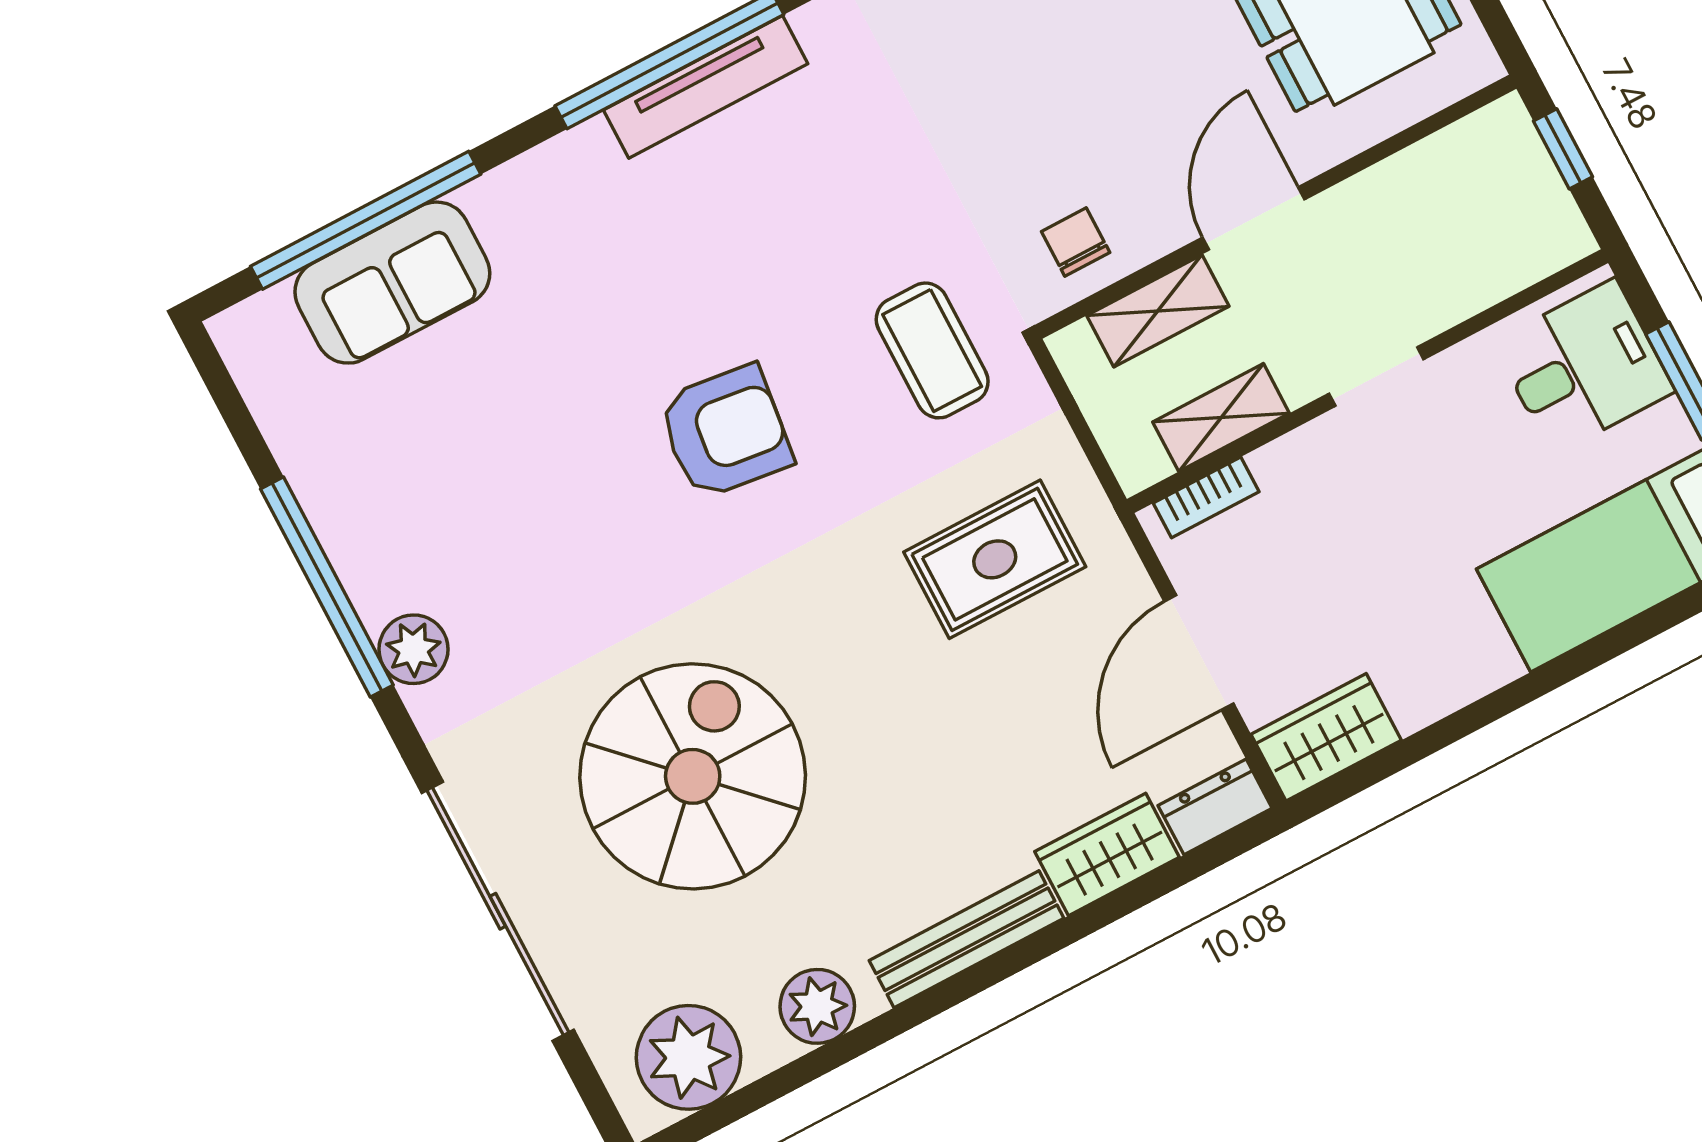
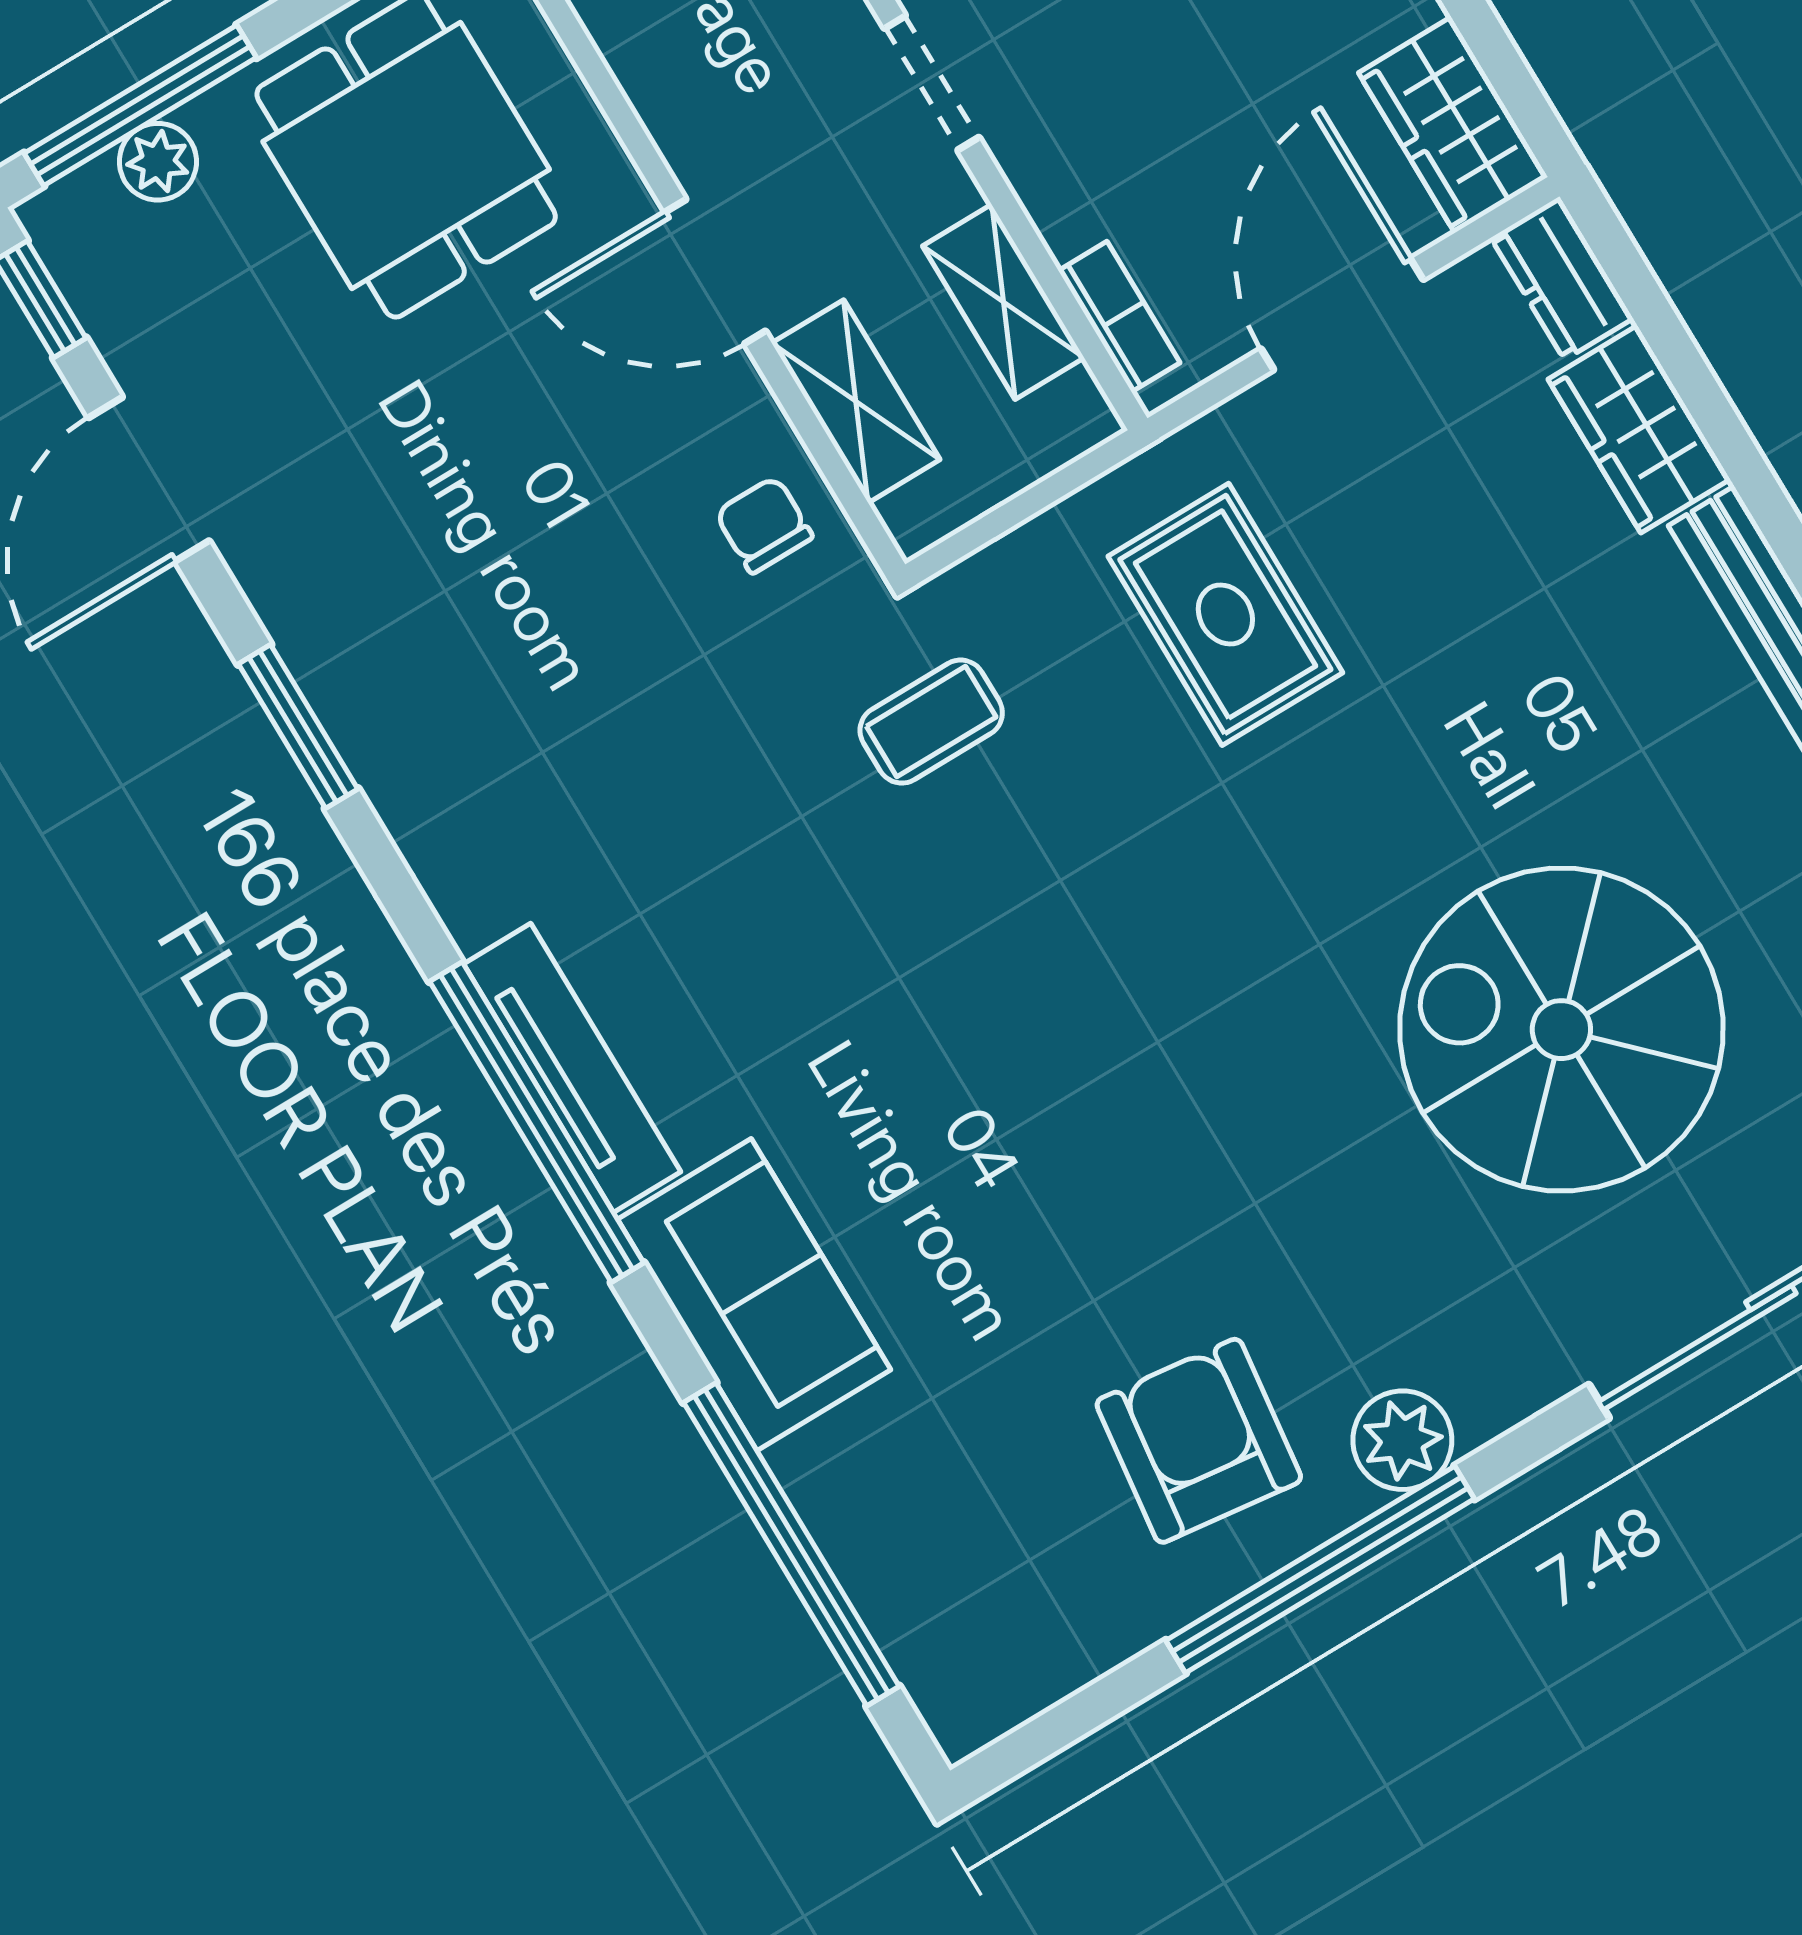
chair: (1076, 242) -> (764, 525), turned 90
sofa: (392, 283) -> (754, 1295), moved
coffee table: (932, 350) -> (931, 722), width x0.73, depth x0.77
armchair: (725, 432) -> (1199, 1441), moved
door: (1199, 653) -> (1342, 314), swing flipped

